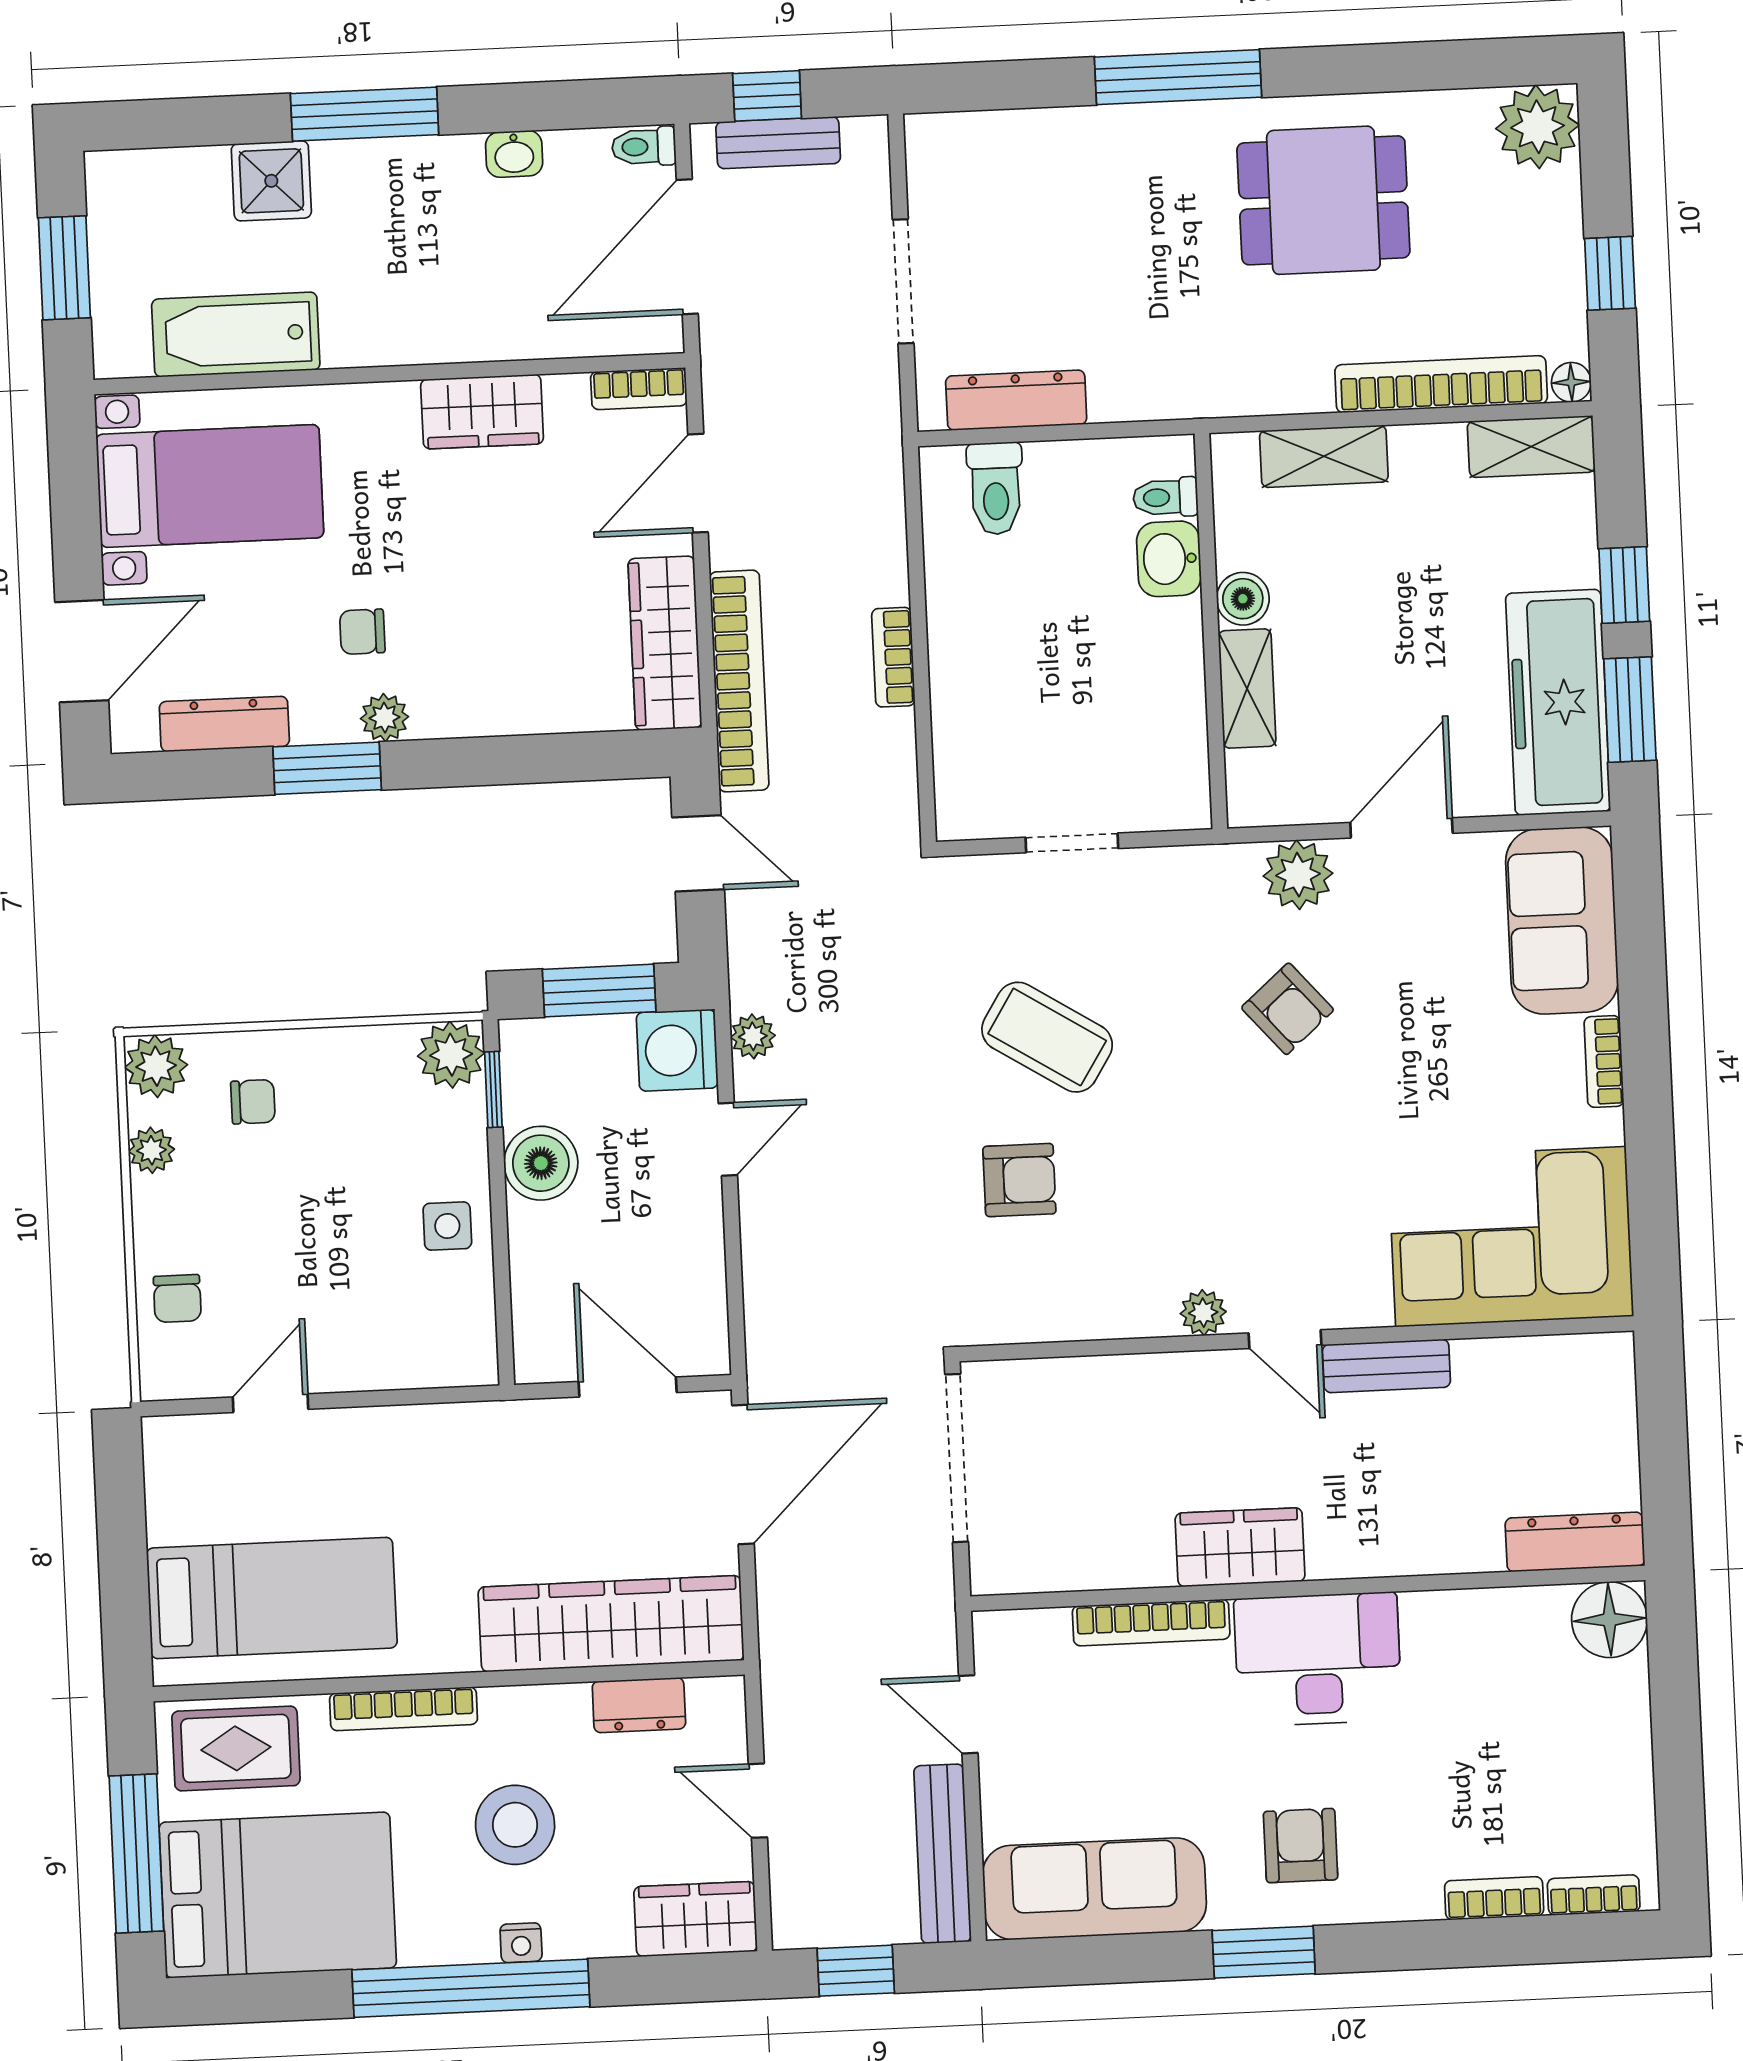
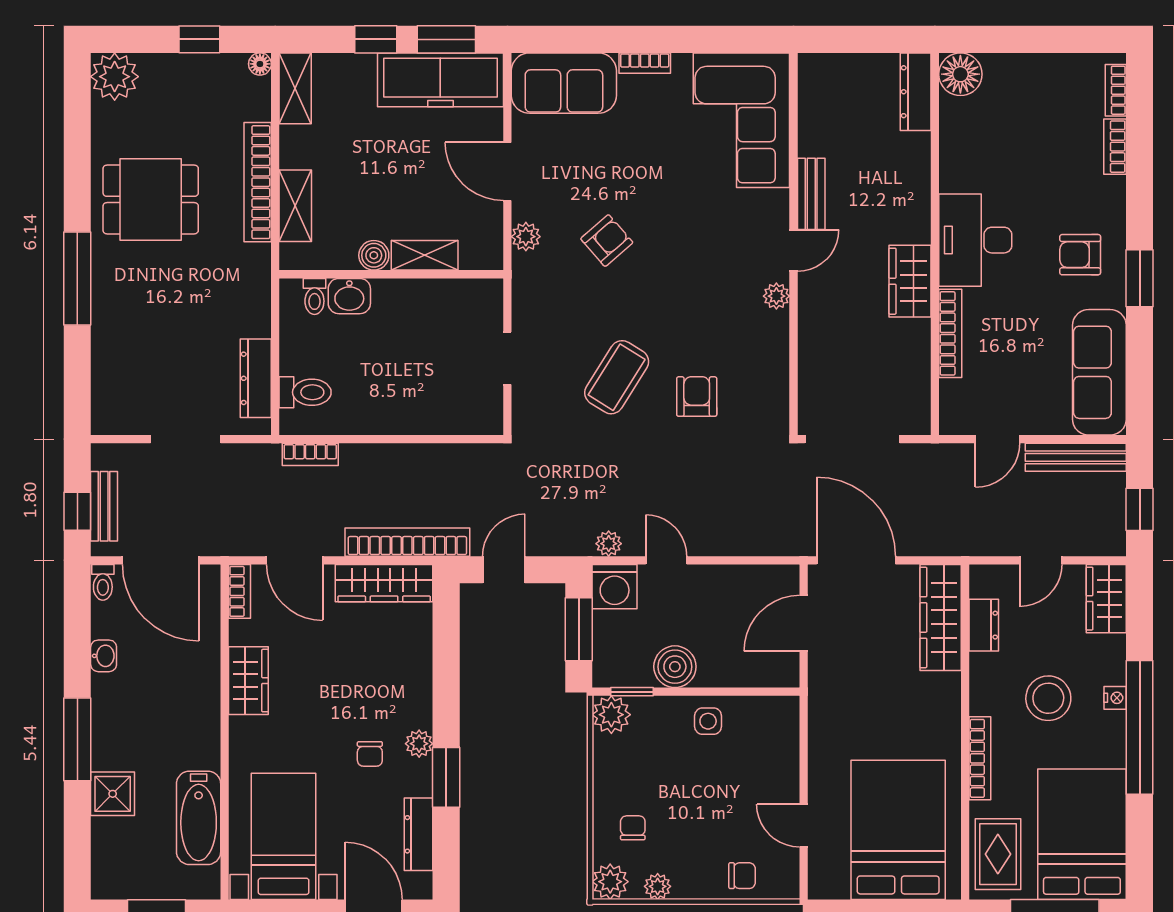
dining table: (1323, 200) -> (151, 199), turned 90
bookcase: (1441, 384) -> (258, 182), moved
bookcase: (893, 657) -> (310, 454), moved
plant: (1298, 875) -> (526, 237), width x0.73, depth x0.73
bed: (272, 1598) -> (898, 830), width x1.50
wardrobe: (611, 1624) -> (941, 617), width x0.71, depth x0.85

